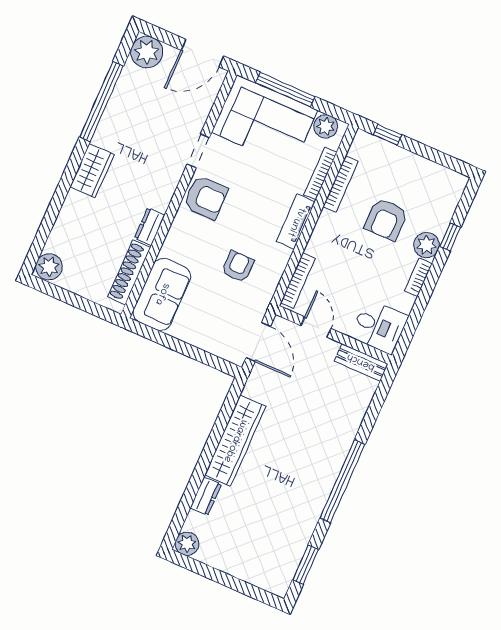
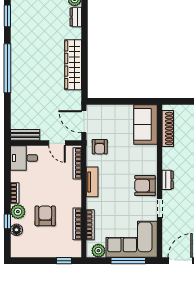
floor lamp: (442, 217) -> (16, 230), added
tv unit: (296, 222) -> (92, 182), moved
dresser: (150, 227) -> (168, 180), moved
armchair: (238, 267) -> (100, 147), moved
dresser: (206, 496) -> (76, 17), moved

